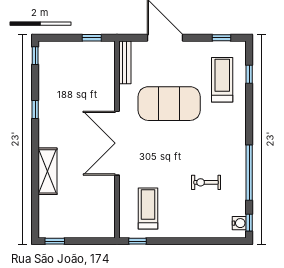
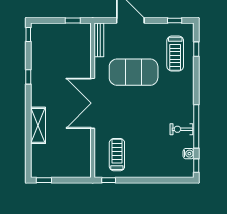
treadmill: (222, 80) -> (175, 53), turned 180
exercise bike: (206, 182) -> (181, 129), moved
water cooler: (239, 223) -> (189, 154), moved

